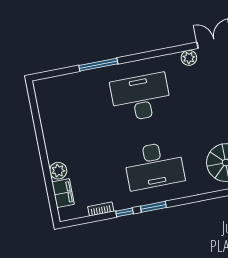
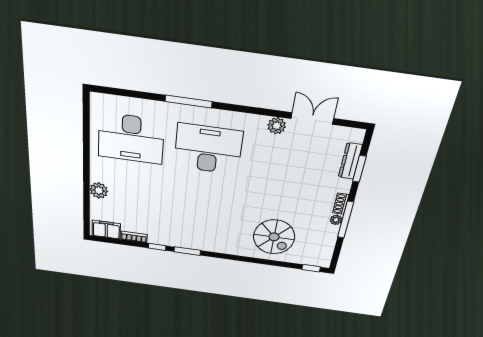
window: (98, 65) -> (189, 102), moved
desk: (154, 166) -> (131, 138), moved
filing cabinet: (63, 193) -> (106, 230), moved, turned -90

